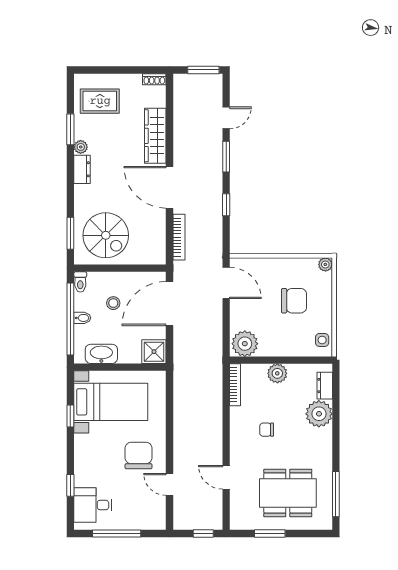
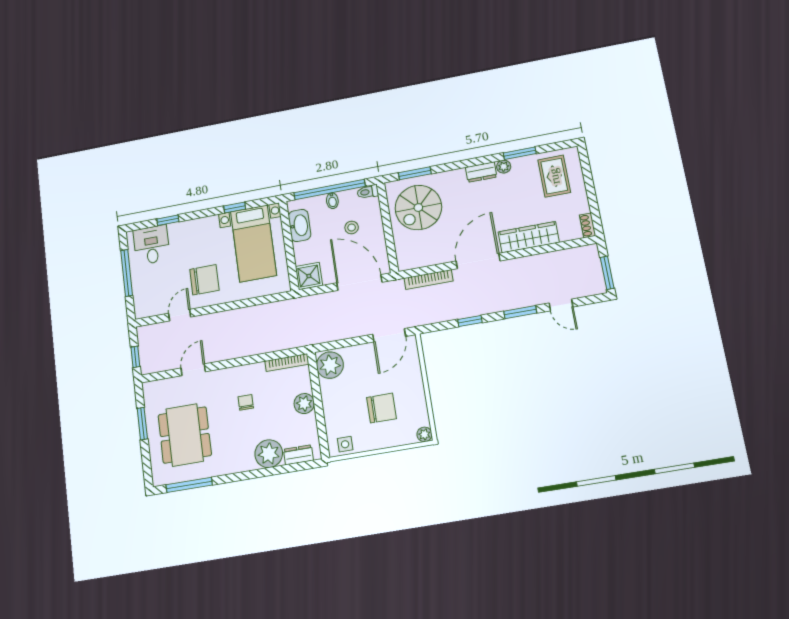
chair: (294, 301) -> (381, 408), turned -90

